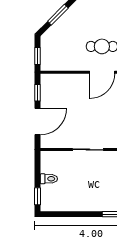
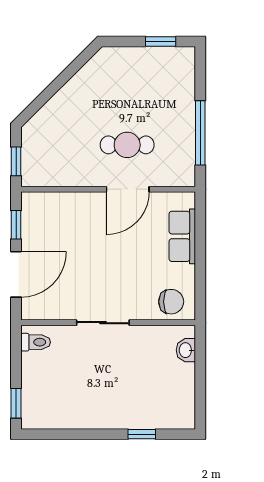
window: (58, 15) -> (51, 90), removed
toilet: (49, 179) -> (36, 342), moved

